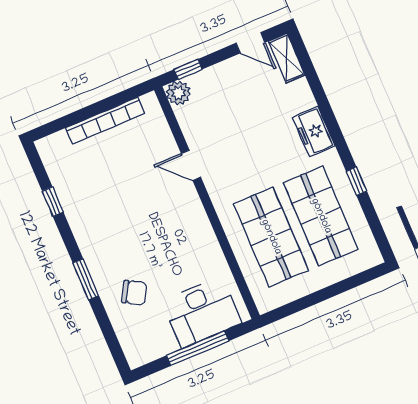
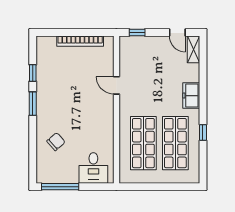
plant: (178, 93) -> (126, 43), removed
window: (86, 279) -> (33, 104), moved
chair: (134, 293) -> (56, 142), turned -71
desk: (202, 312) -> (93, 168), width x0.73
window: (197, 348) -> (60, 187), moved

